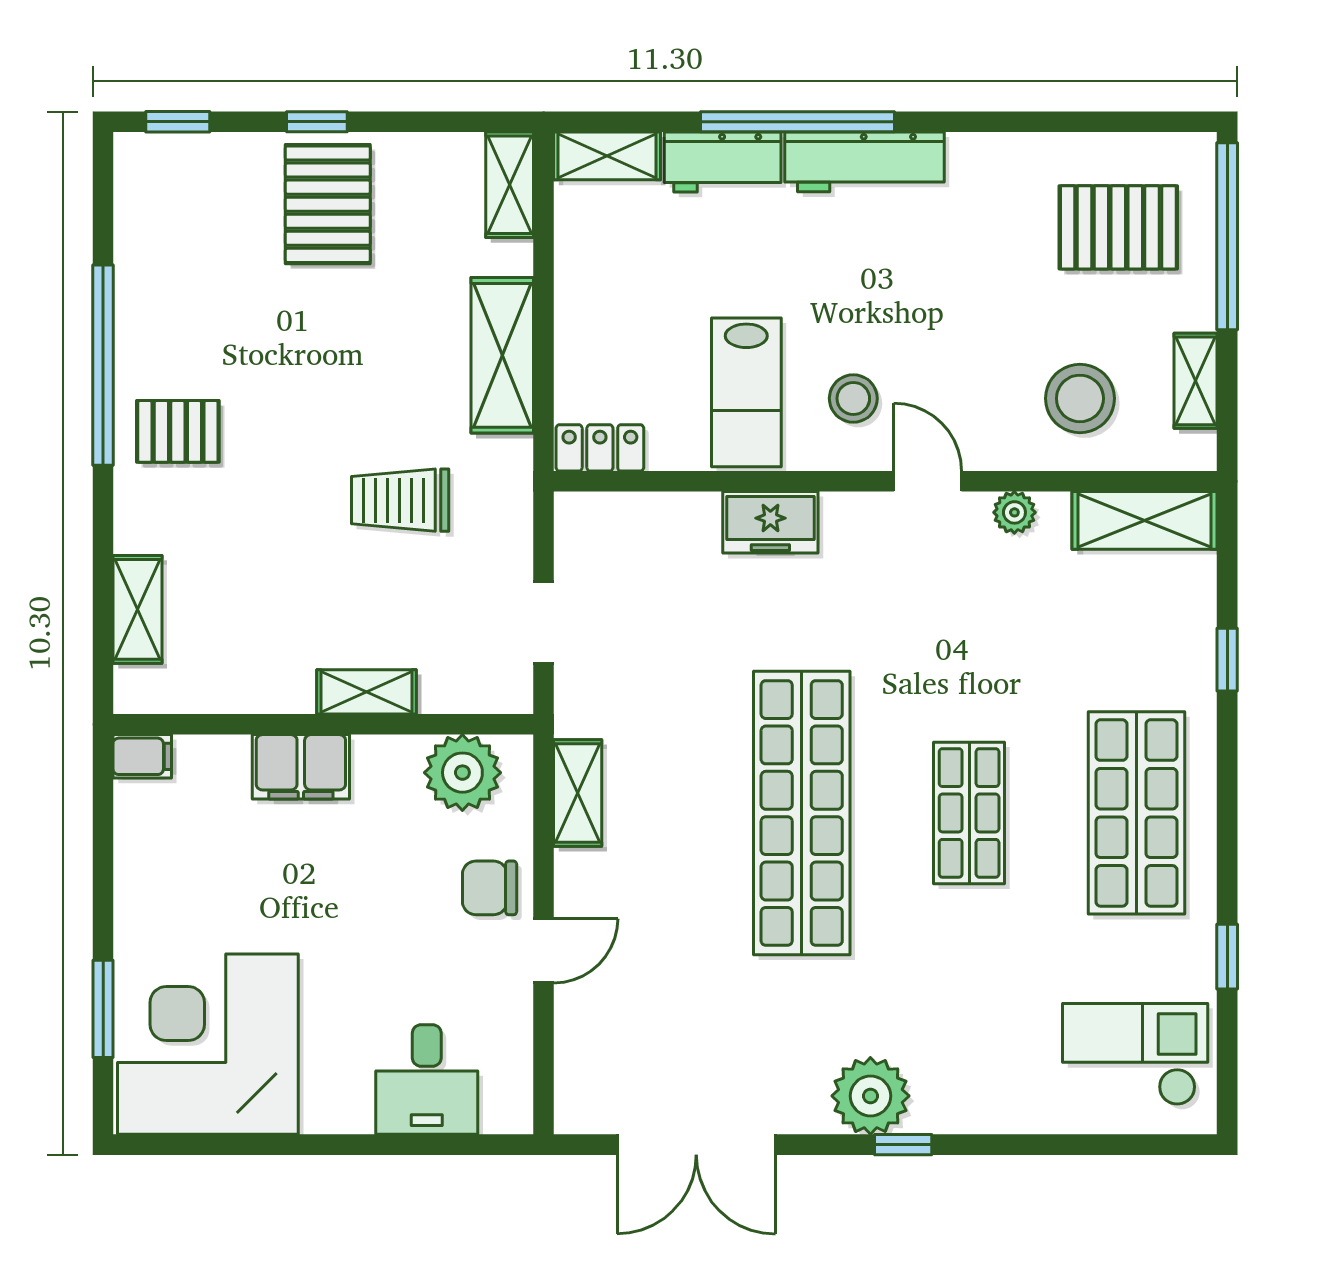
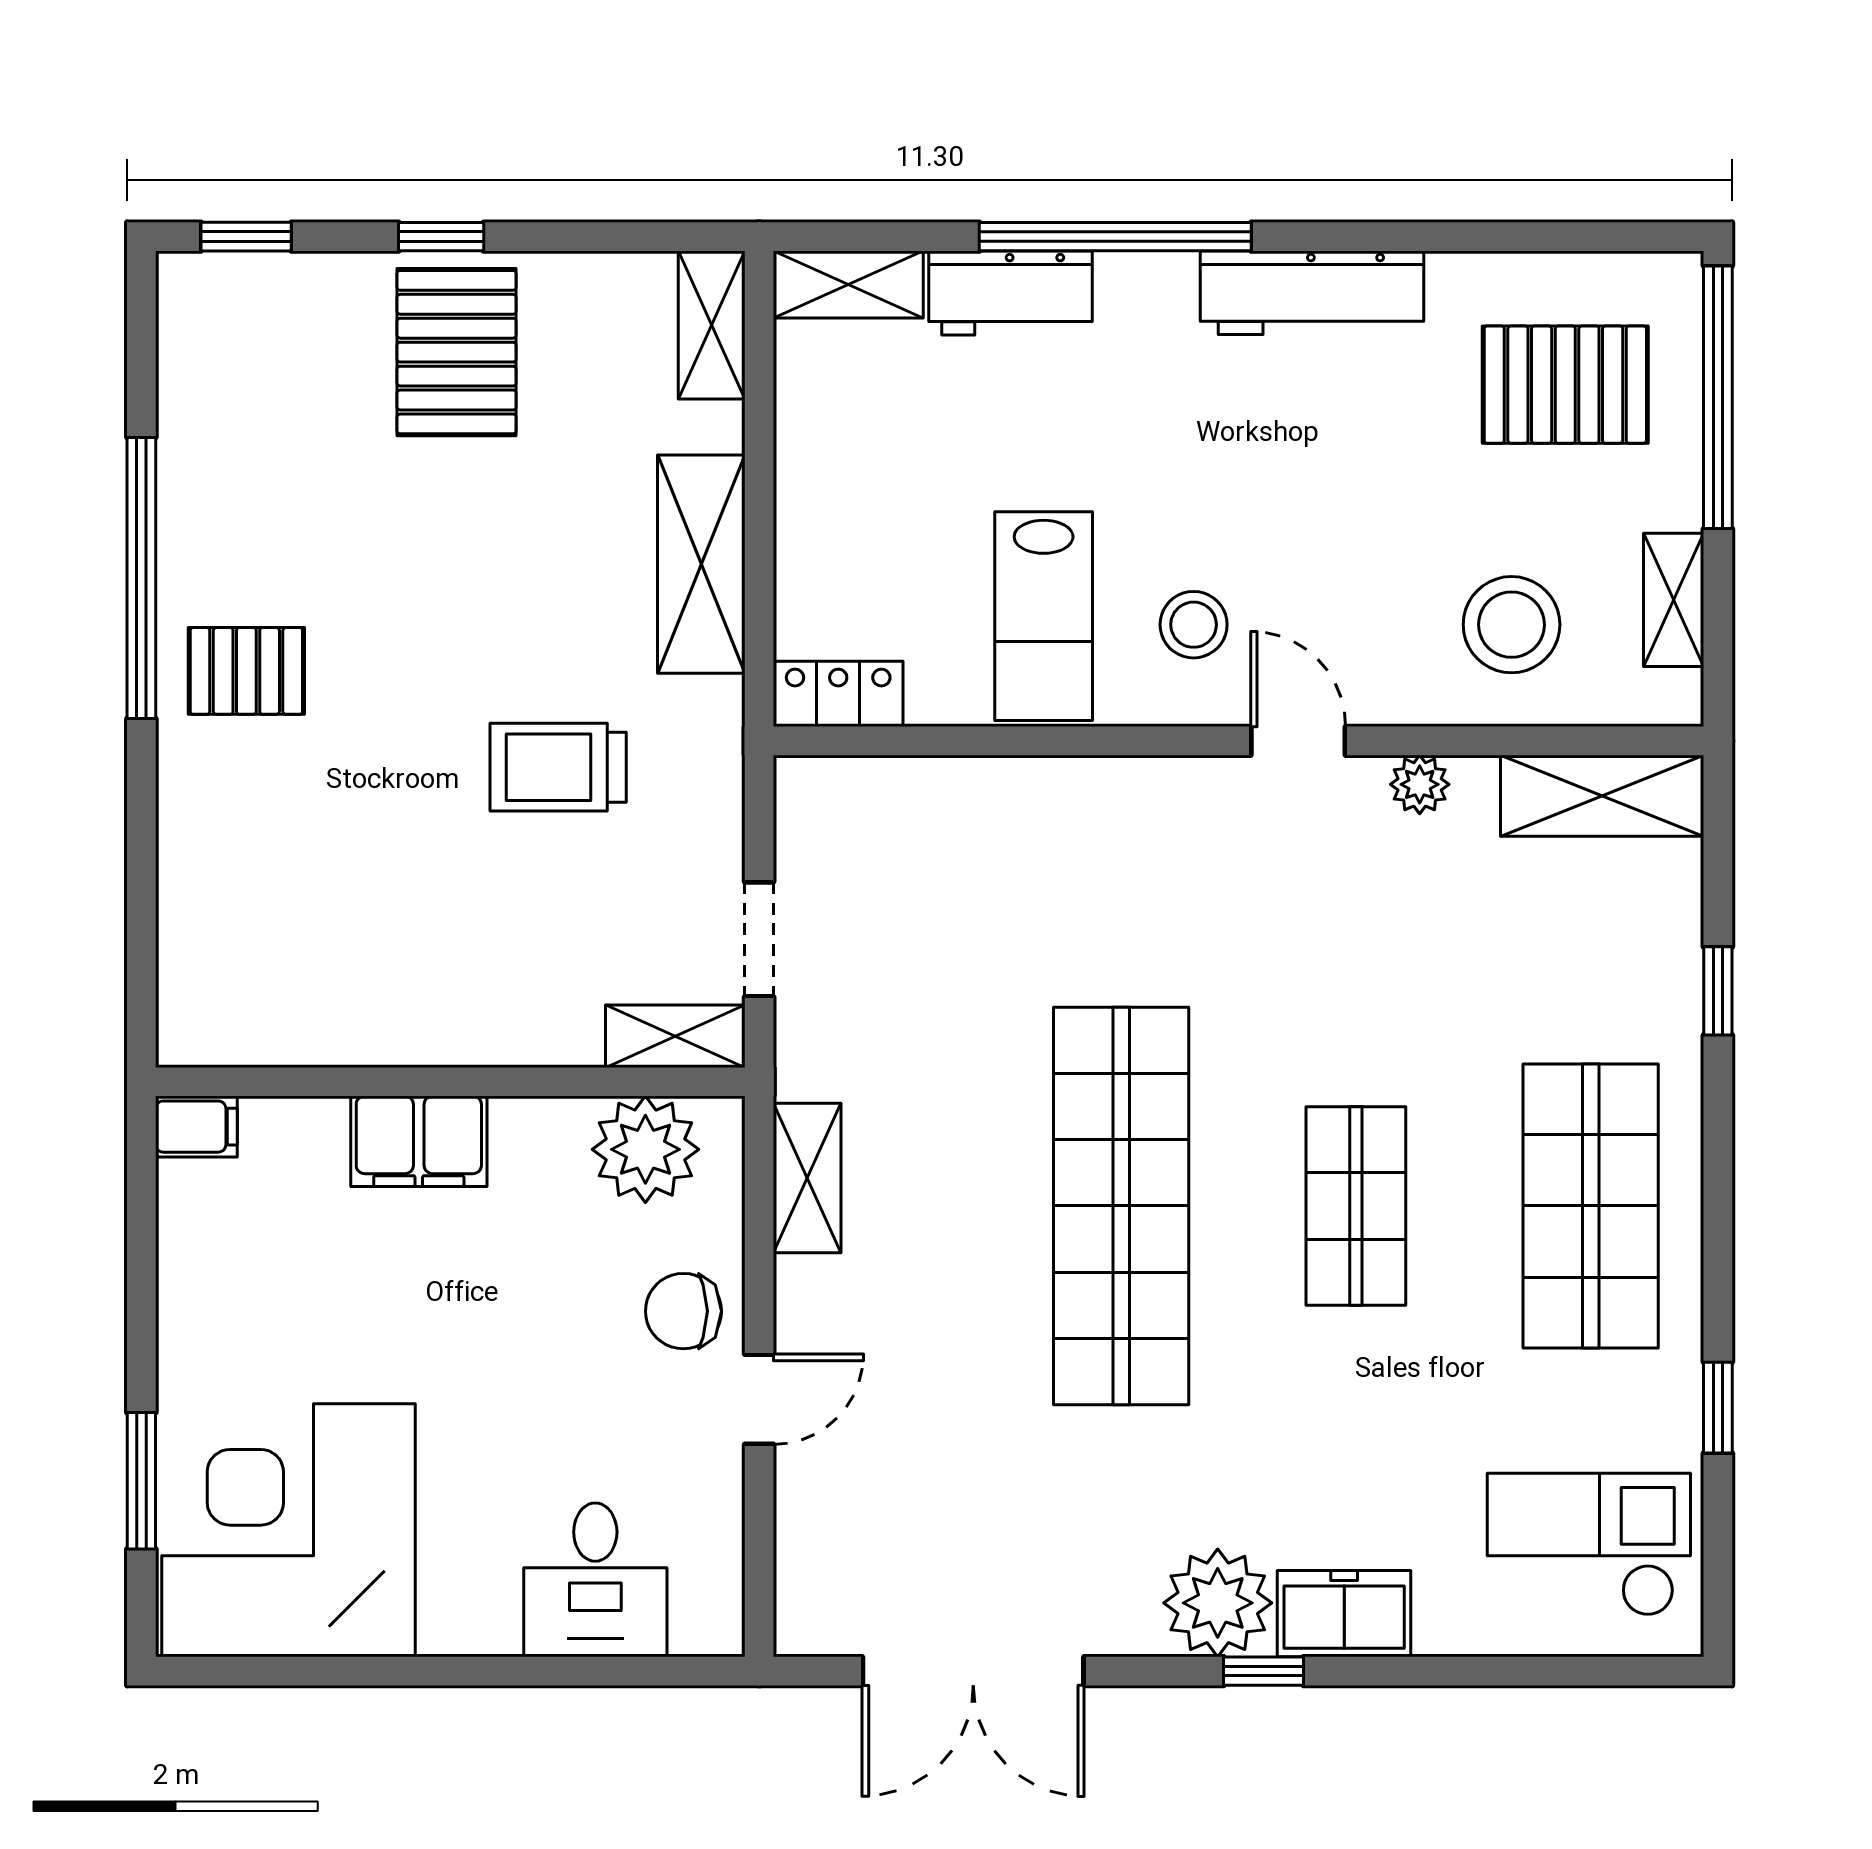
workbench: (865, 162) -> (1312, 293), moved
freezer: (770, 522) -> (1344, 1614), moved, turned 180
shelving: (138, 609) -> (190, 920), removed
shelving: (367, 692) -> (675, 1036), moved

